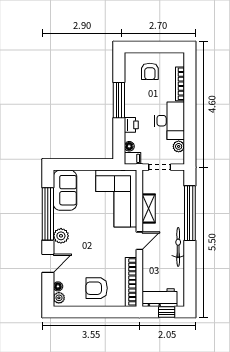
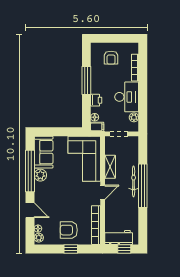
window: (190, 213) -> (143, 186), moved
plant: (61, 236) -> (40, 175), moved
bicycle: (178, 247) -> (134, 181), moved
door: (48, 263) -> (30, 210), hinge flipped
window: (99, 312) -> (71, 249), added

